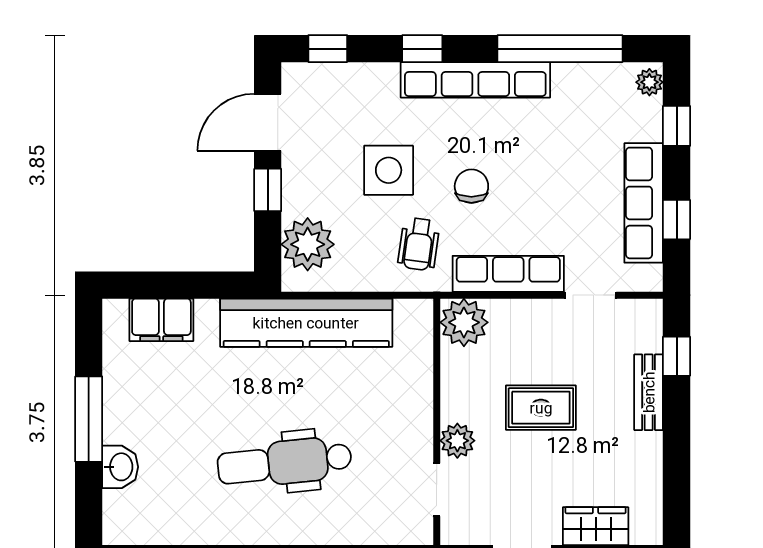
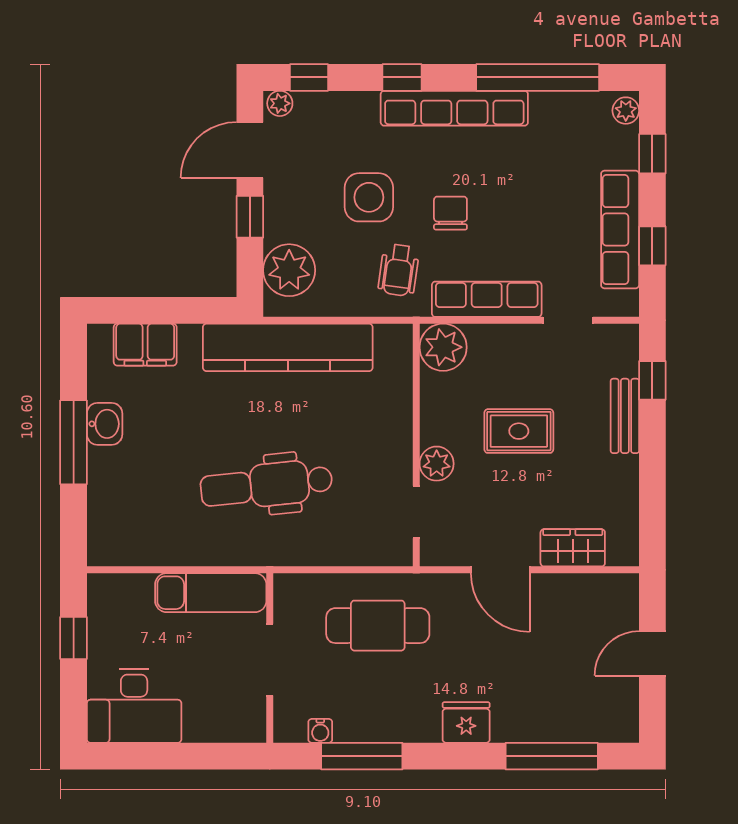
plant: (298, 75) -> (280, 103), added
washbasin: (120, 467) -> (105, 424), moved

